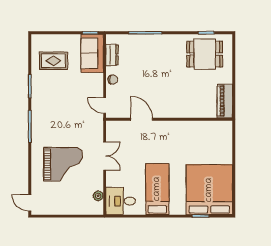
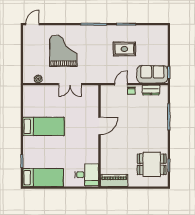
dining table: (205, 54) -> (152, 164), turned 90
rug: (53, 61) -> (124, 49), moved, turned 90
door: (105, 105) -> (121, 84), moved
door: (142, 119) -> (100, 126), moved
grand piano: (63, 164) -> (63, 51), turned 180
bed: (209, 190) -> (43, 178), width x0.49
desk: (121, 201) -> (87, 175), moved, turned 90

